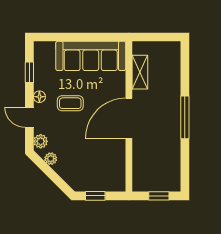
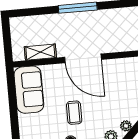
sofa: (91, 56) -> (29, 90), width x0.73

